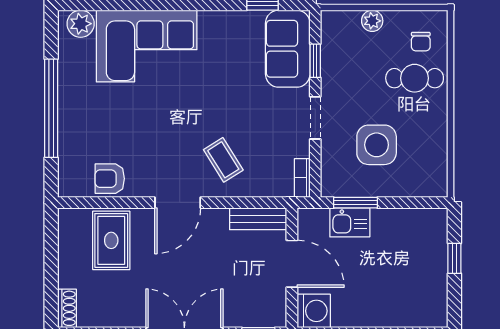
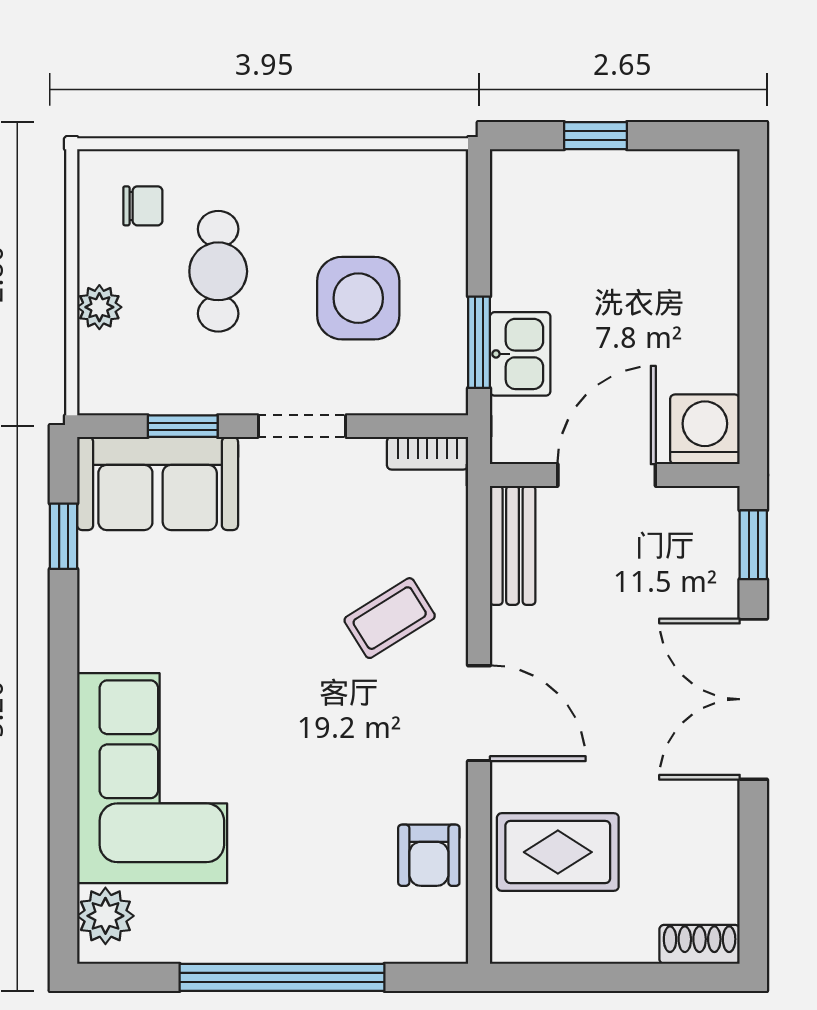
cafe table: (415, 78) -> (218, 271), moved

